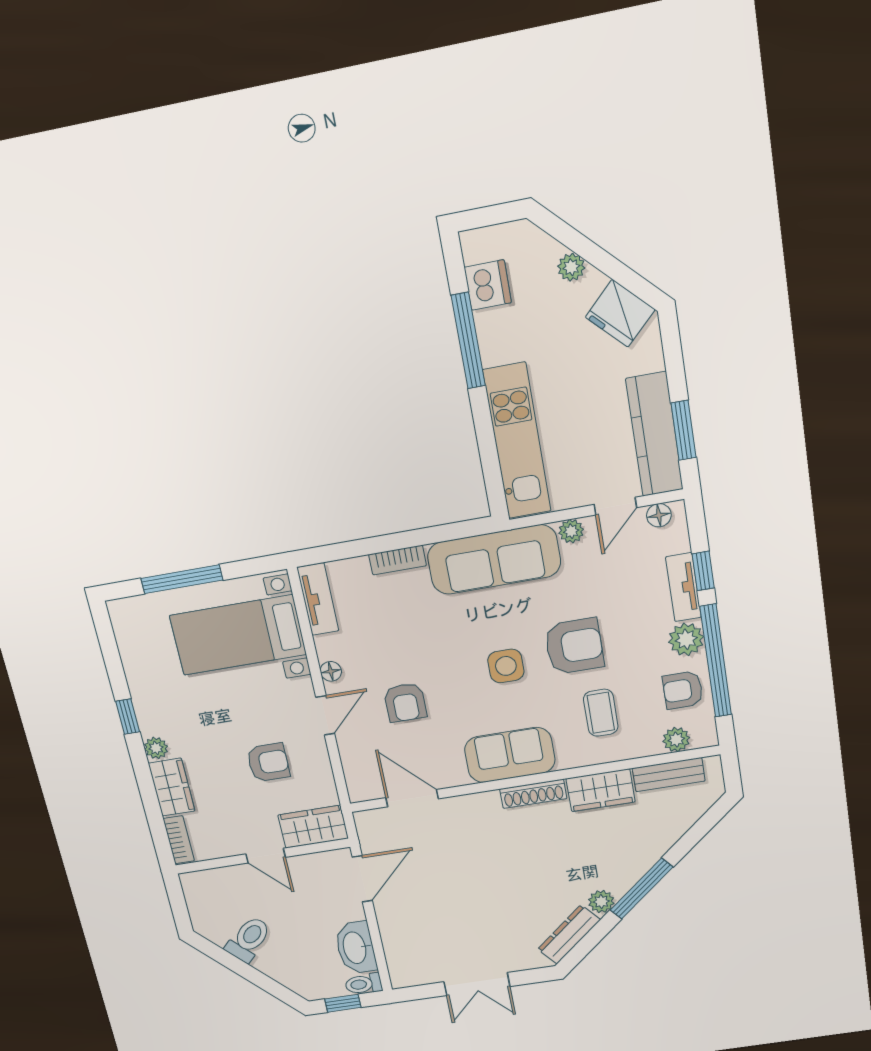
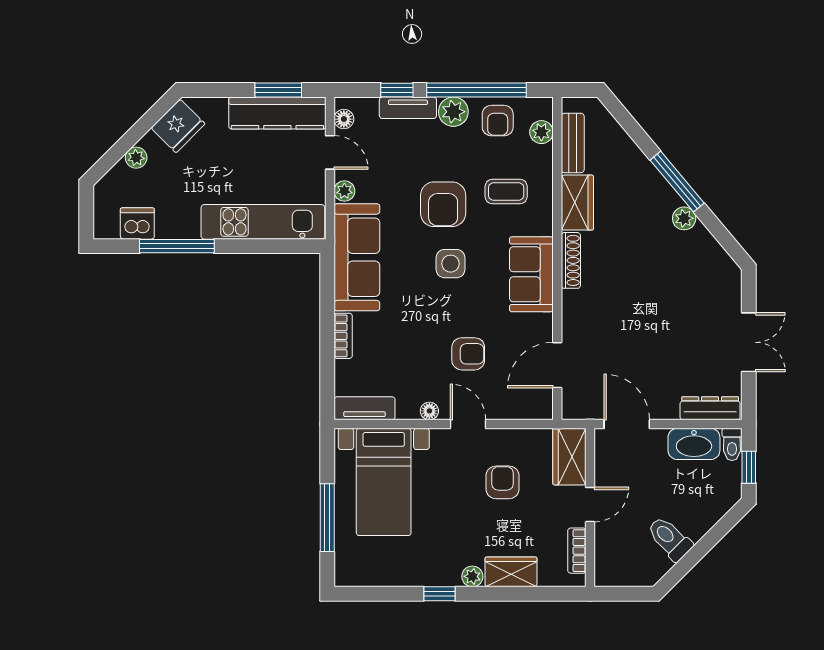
armchair: (574, 646) -> (443, 204), turned 180
bookcase: (179, 840) -> (577, 551), moved, turned -90
dresser: (569, 934) -> (710, 408), moved, turned 130

